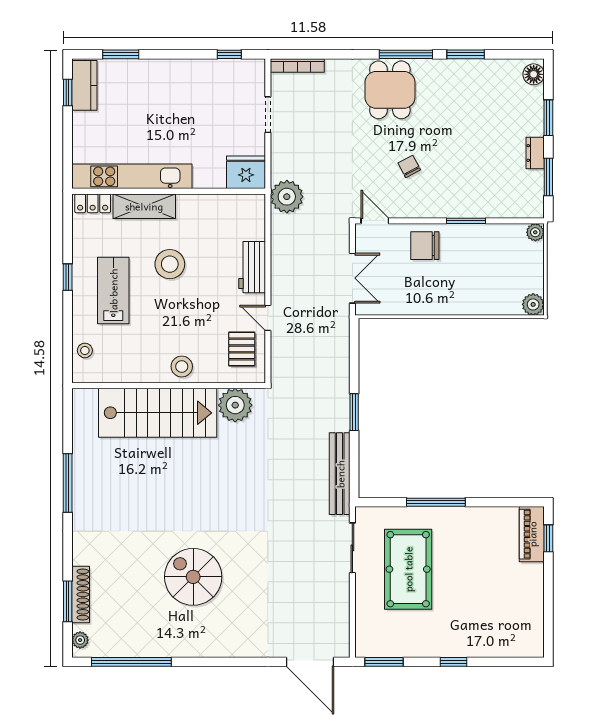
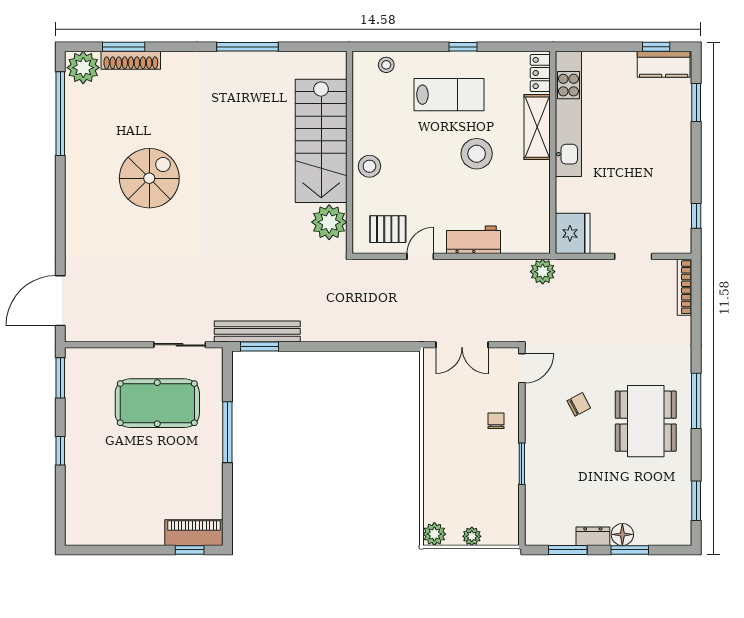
window: (466, 54) -> (696, 501), moved
floor lamp: (534, 74) -> (622, 534), moved
dining table: (390, 90) -> (646, 421), moved, width x1.38
plant: (287, 197) -> (543, 272), width x0.73, depth x0.73
plant: (535, 232) -> (472, 536), moved
chair: (425, 246) -> (496, 421), width x0.54, depth x0.54
window: (354, 412) -> (259, 347), moved
plant: (80, 640) -> (83, 68), width x1.88, depth x1.88

